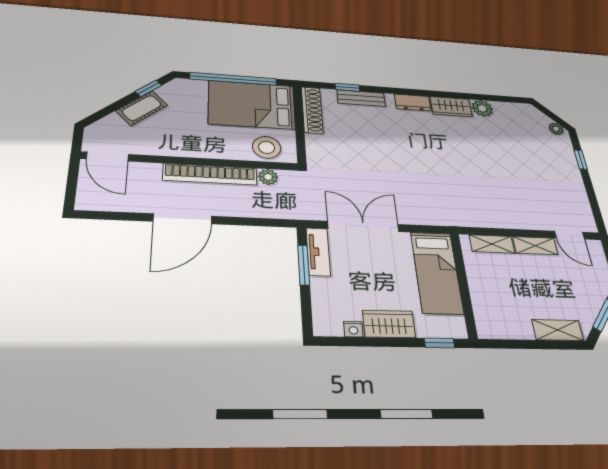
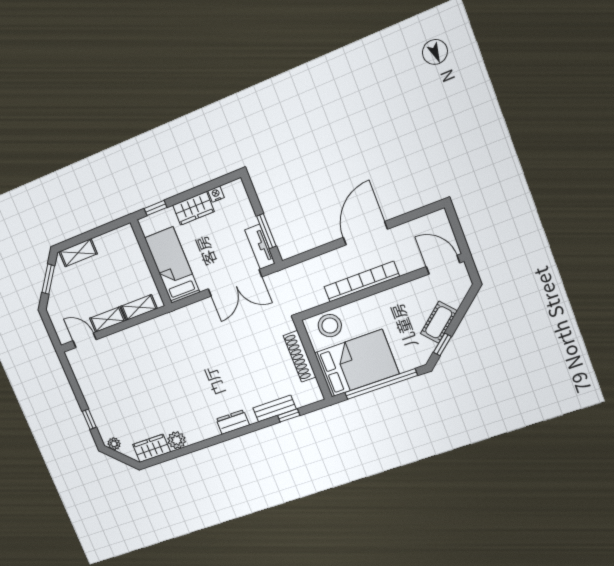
wardrobe: (451, 107) -> (152, 448), moved
shoe rack: (312, 110) -> (300, 356), moved
plant: (268, 177) -> (319, 298), removed

